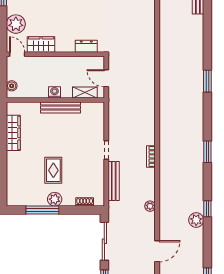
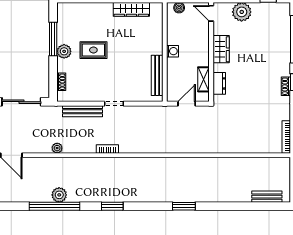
wardrobe: (41, 44) -> (221, 49), moved
door: (17, 54) -> (211, 13), swing flipped
shelving: (85, 93) -> (204, 79), moved
bench: (60, 107) -> (157, 75), moved
window: (207, 209) -> (54, 206), width x3.17
plant: (196, 220) -> (59, 195), moved

